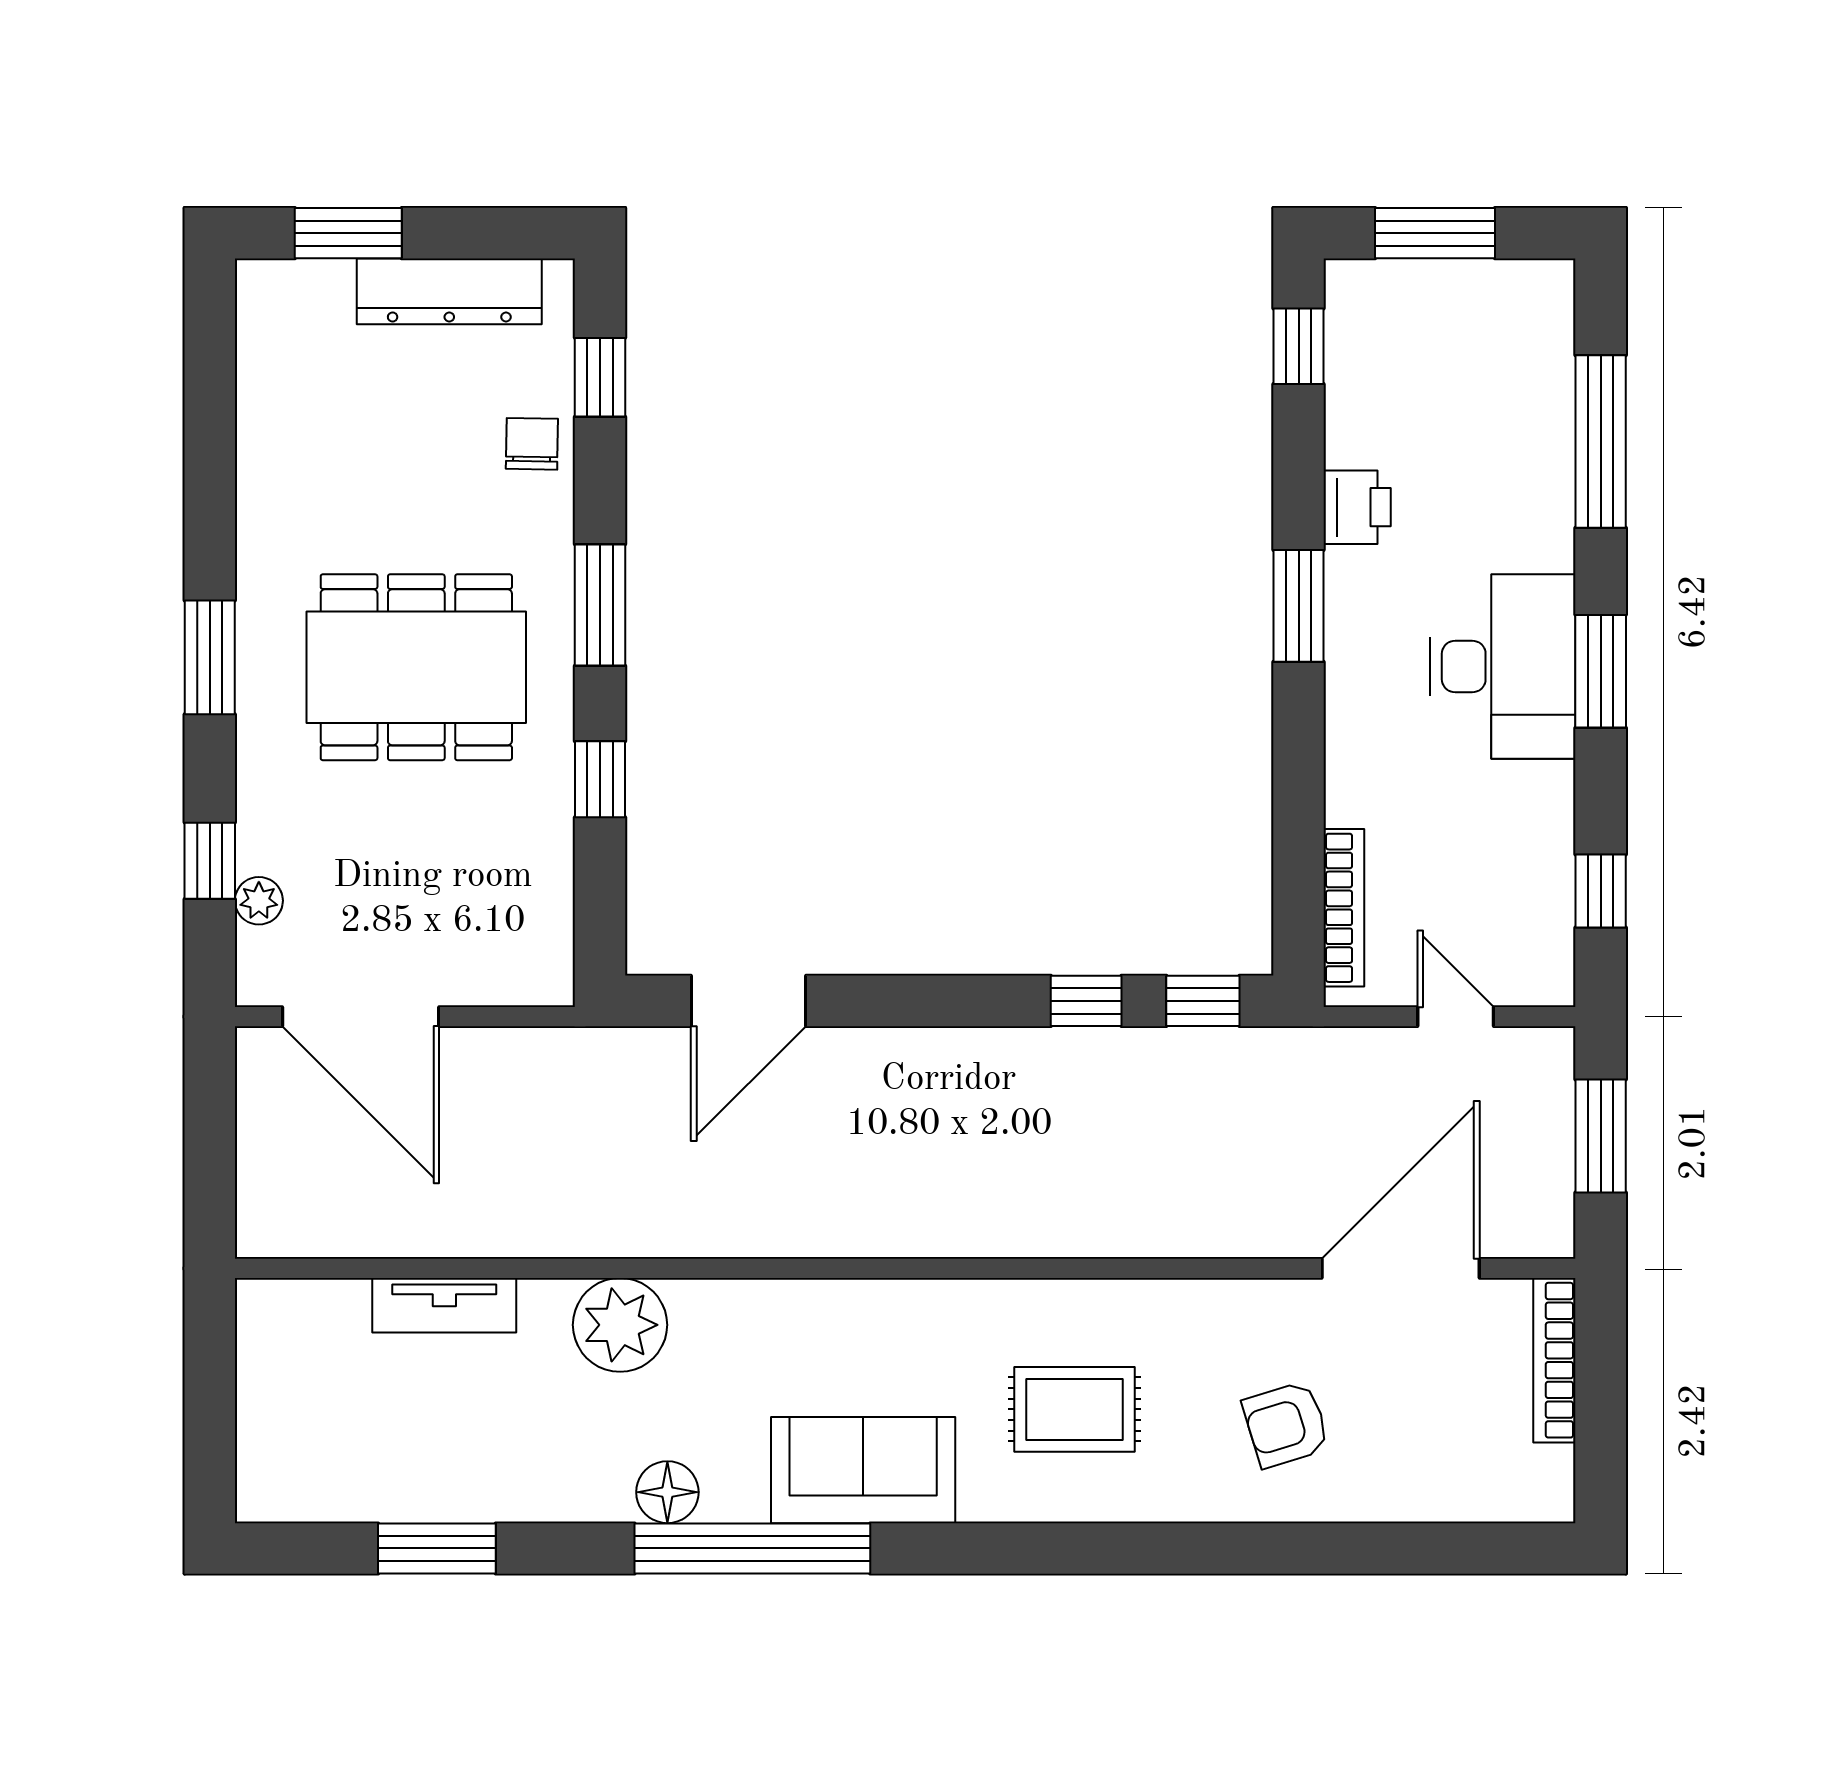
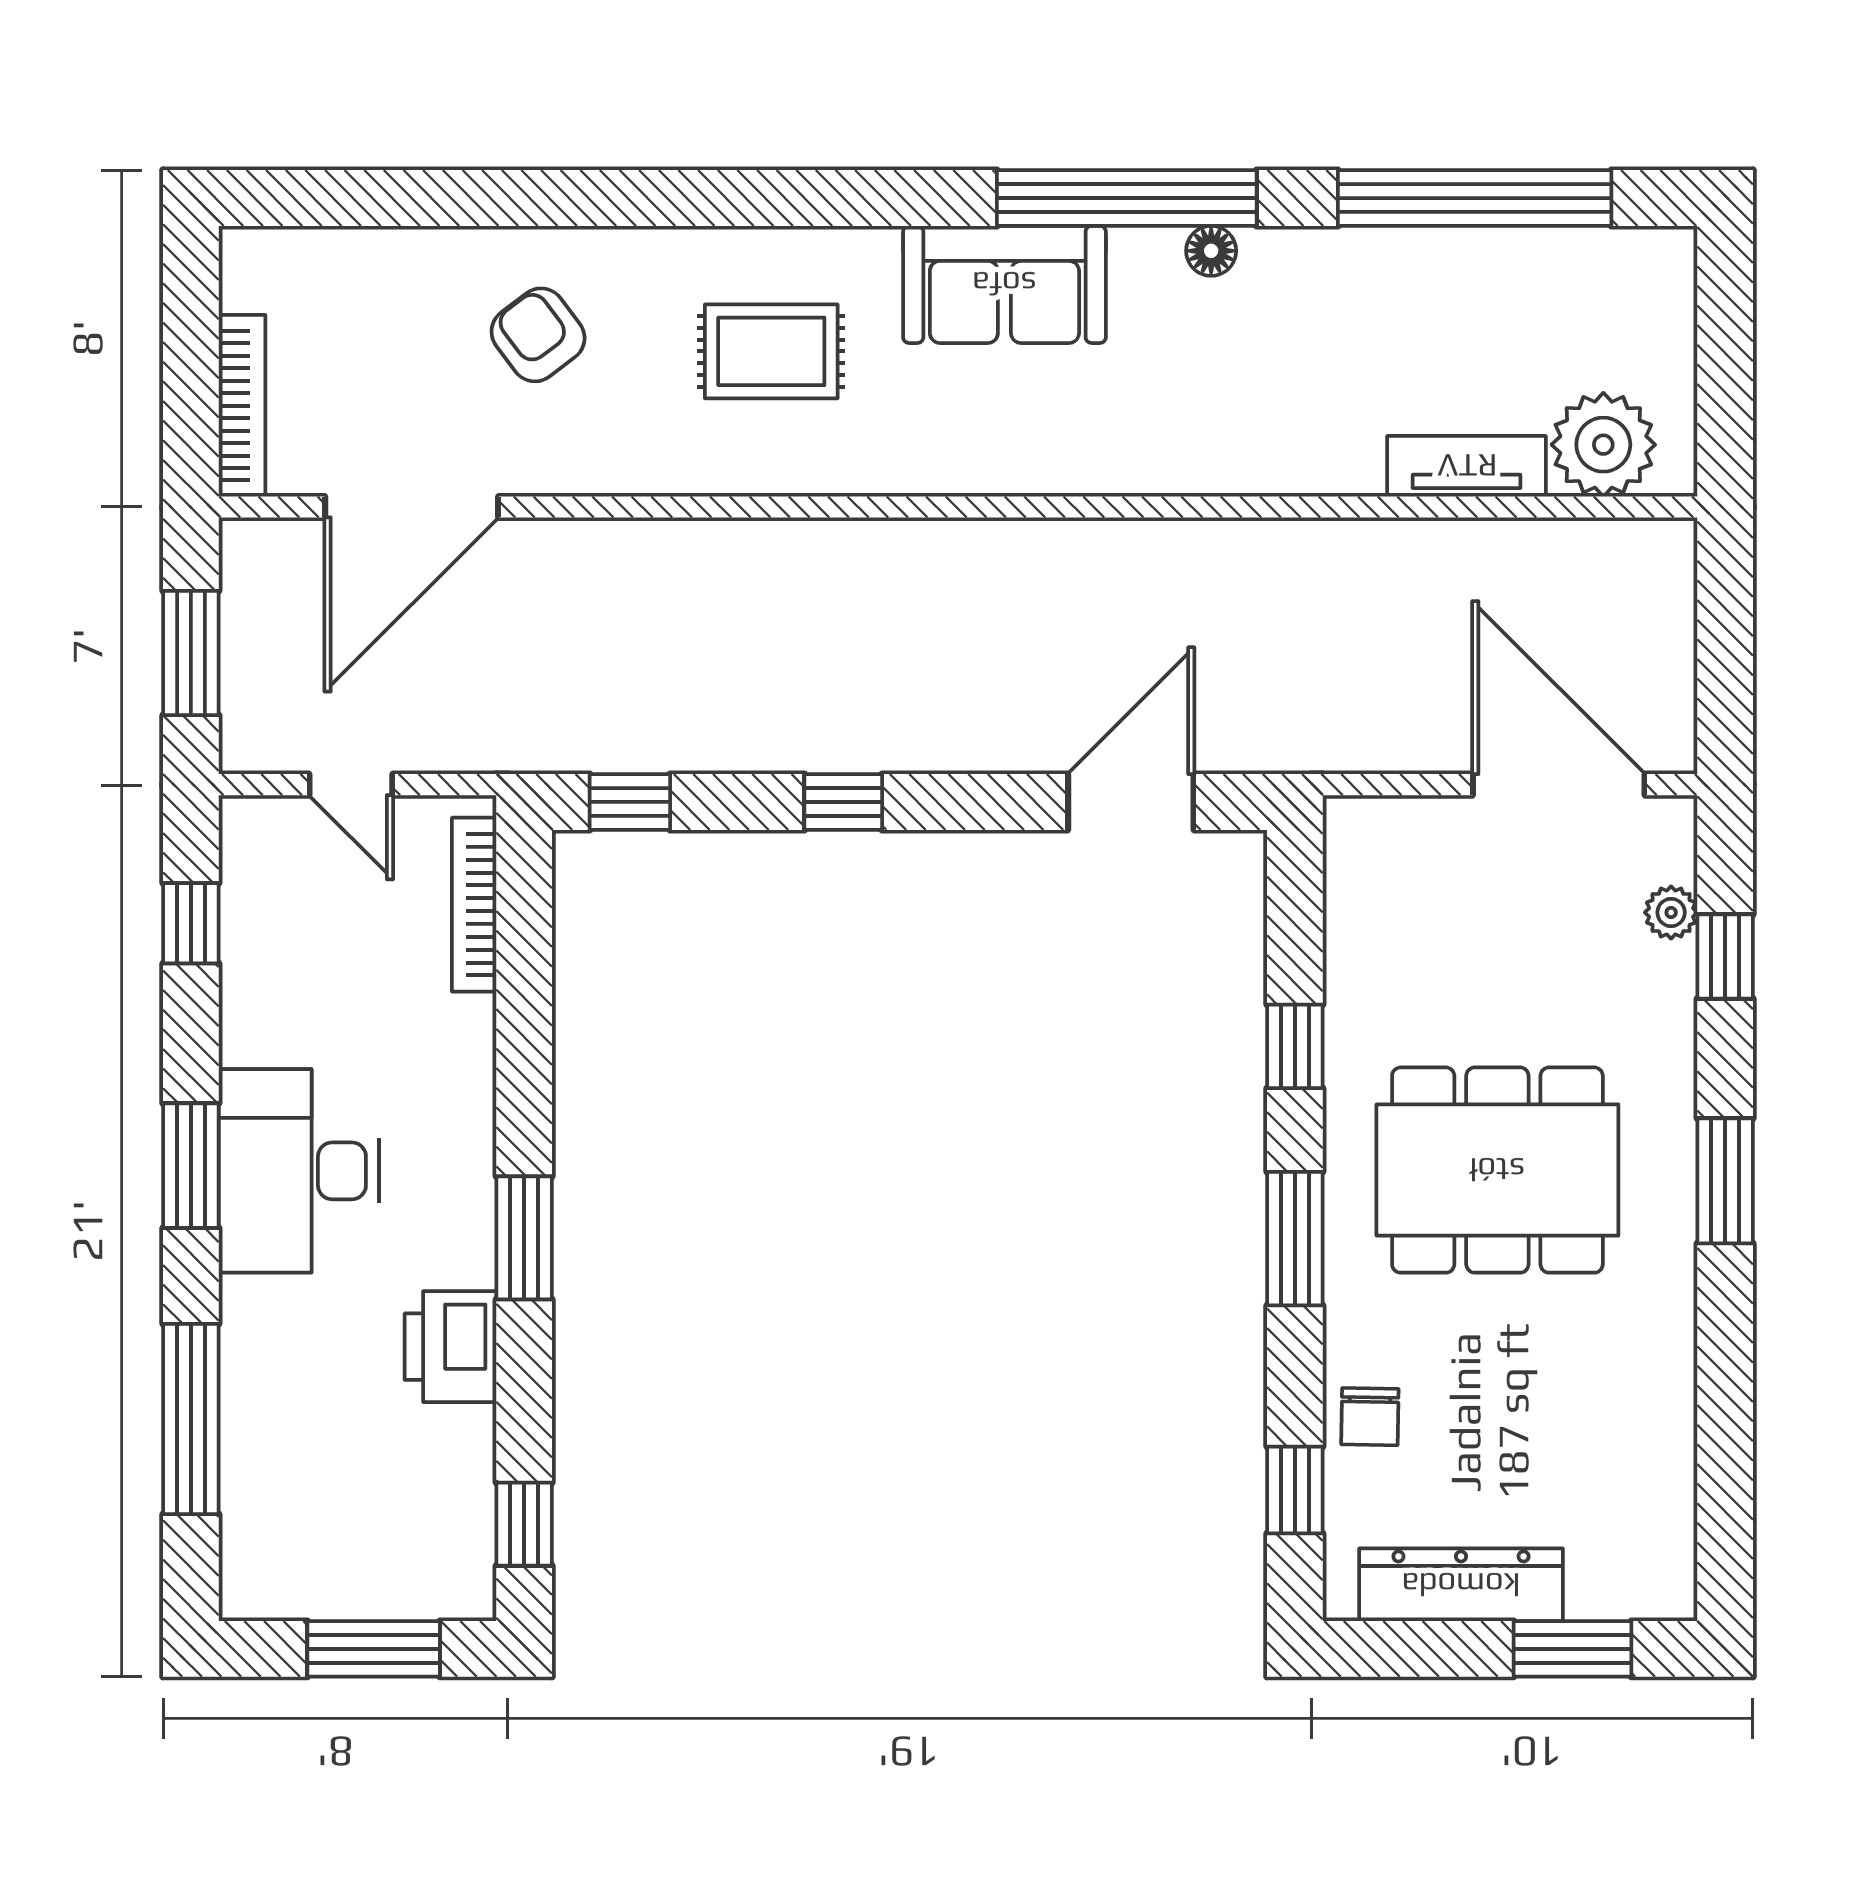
printer: (1357, 507) -> (451, 1347), width x1.36, depth x1.24
window: (1086, 1001) -> (843, 802), moved
plant: (620, 1325) -> (1603, 445), moved
armchair: (1286, 1424) -> (538, 335), turned -110
floor lamp: (667, 1492) -> (1211, 251), width x0.73, depth x0.73
window: (437, 1548) -> (1475, 198), width x2.11

